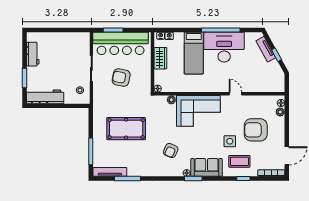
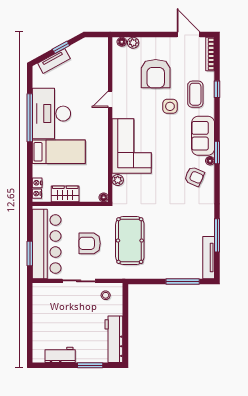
armchair: (121, 78) -> (90, 243), turned 79
pool table: (126, 129) -> (130, 241), moved
armchair: (171, 151) -> (194, 176), moved

